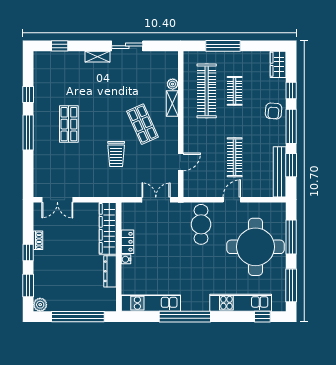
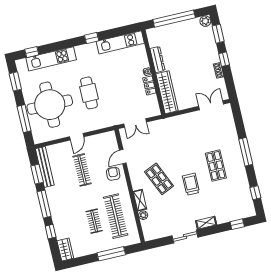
window: (28, 95) -> (255, 193), moved
armchair: (274, 111) -> (113, 174), moved
trolley: (116, 154) -> (191, 184), moved
cafe table: (201, 224) -> (89, 93), moved
window: (291, 285) -> (15, 81), width x0.69
window: (185, 317) -> (92, 38), width x0.32

